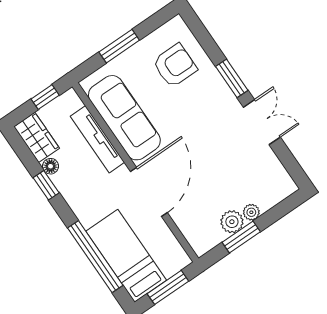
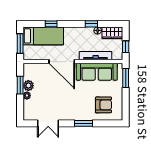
window: (119, 46) -> (126, 78), moved
armchair: (175, 66) -> (104, 105), turned -90
double door: (262, 122) -> (48, 123), moved
window: (95, 257) -> (51, 24), width x0.32

